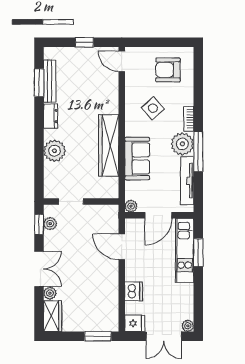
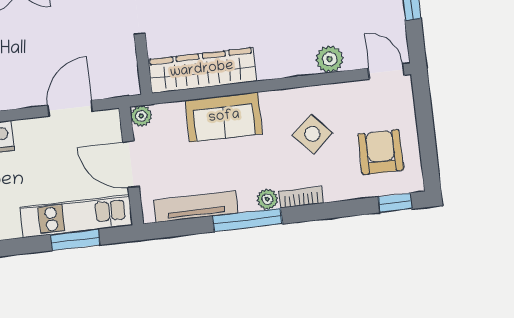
door: (122, 61) -> (386, 72), hinge flipped
window: (198, 65) -> (395, 203), added
plant: (111, 93) -> (330, 59), added
plant: (182, 144) -> (267, 199), width x0.53, depth x0.53
wardrobe: (109, 145) -> (202, 70), moved

